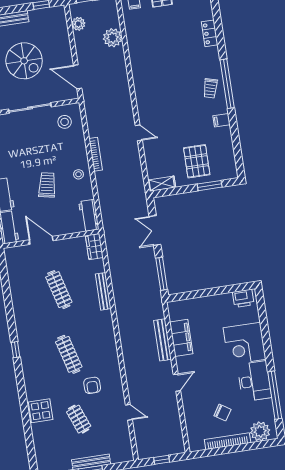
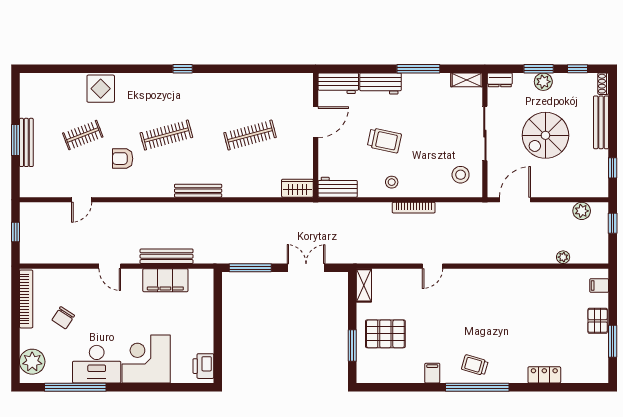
plant: (113, 38) -> (563, 257), width x0.53, depth x0.53
bench: (103, 291) -> (198, 191), moved
bookcase: (228, 441) -> (26, 299), moved

